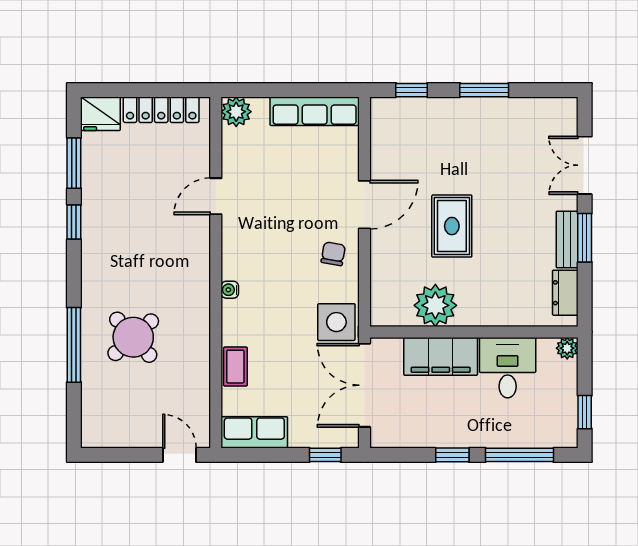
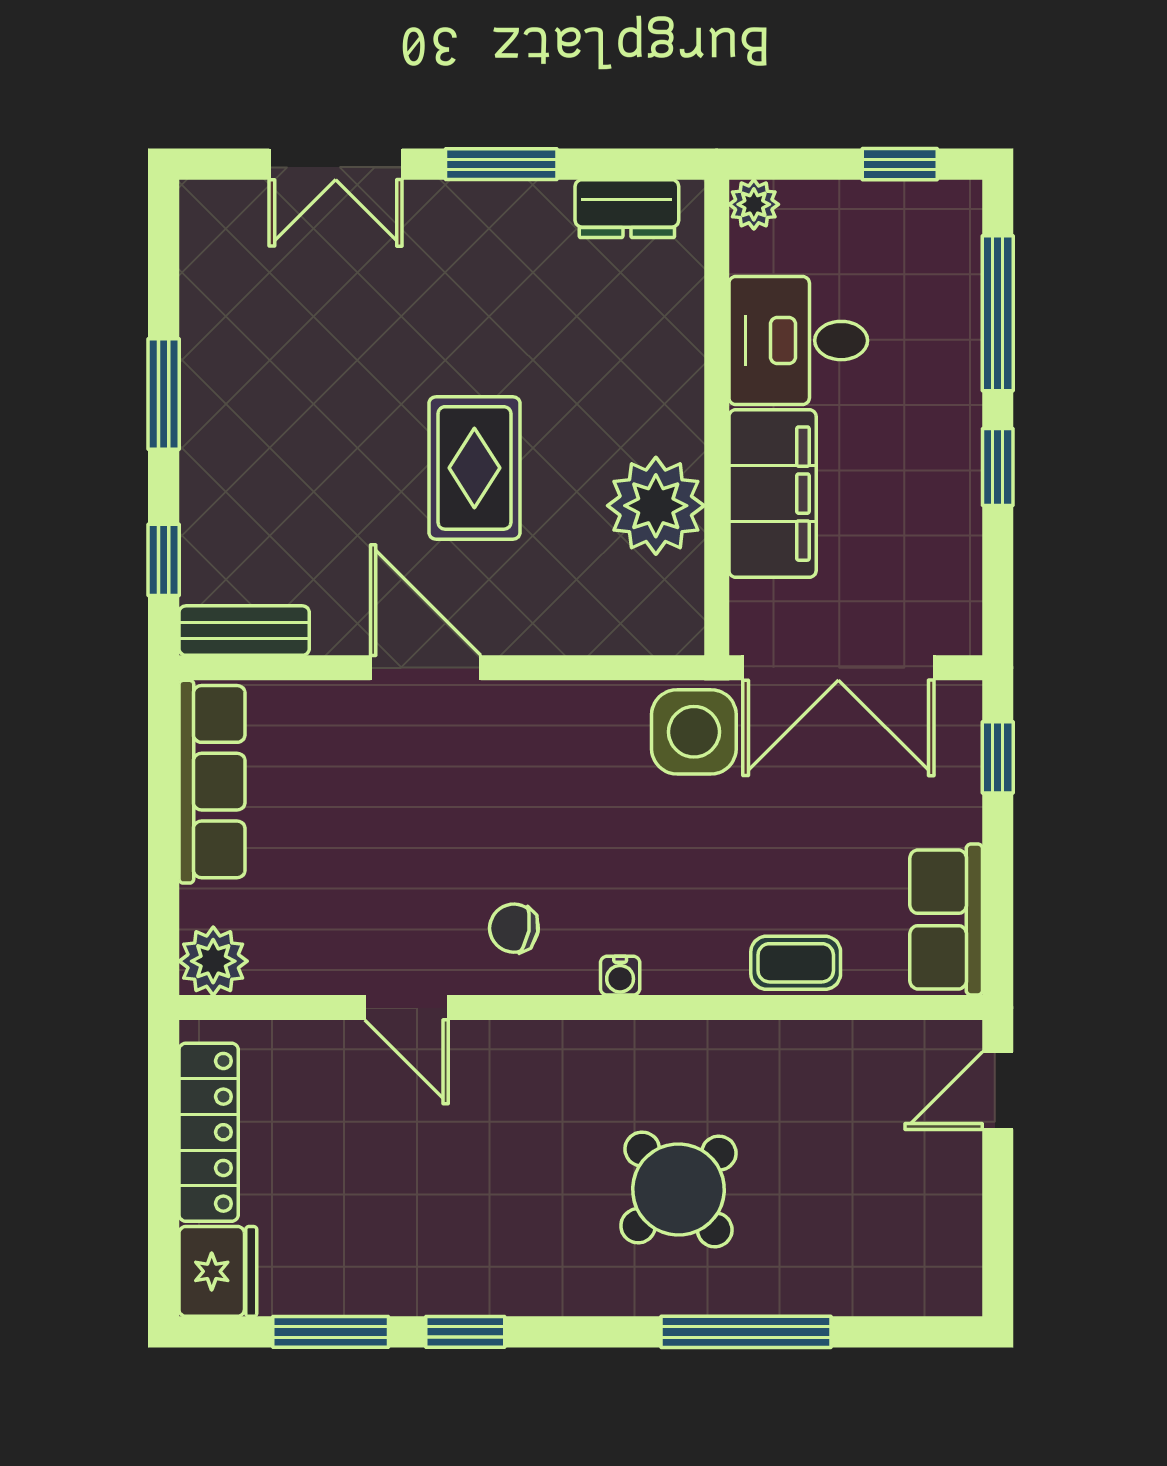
rug: (452, 226) -> (474, 468), turned 90
bench: (567, 239) -> (244, 631), moved
chair: (333, 254) -> (514, 928), moved
round table: (133, 337) -> (678, 1189), moved

